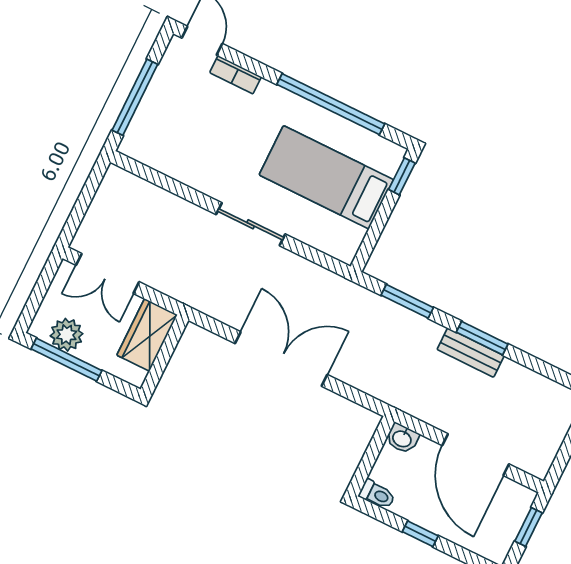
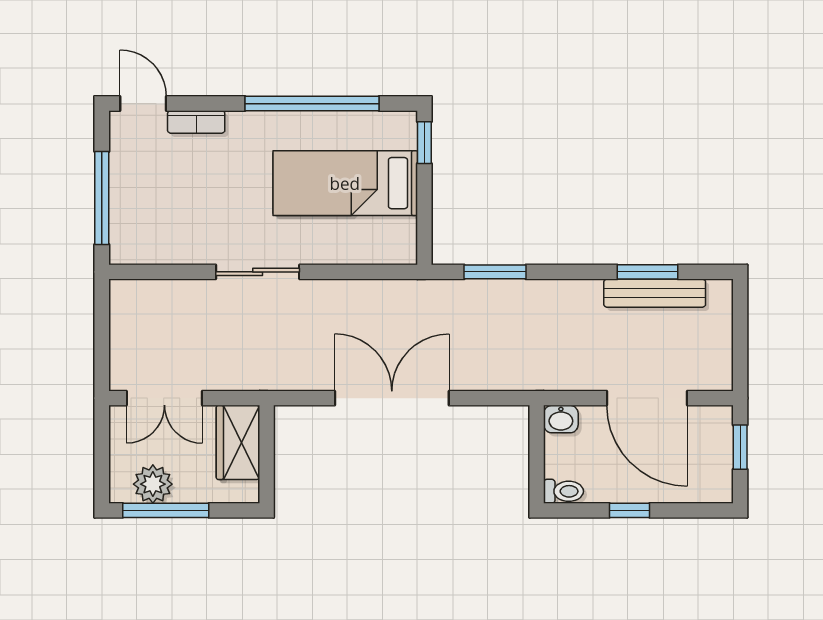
sliding door: (251, 224) -> (258, 272), moved
window: (482, 338) -> (647, 272), moved
bench: (471, 353) -> (655, 293), moved, width x1.36

